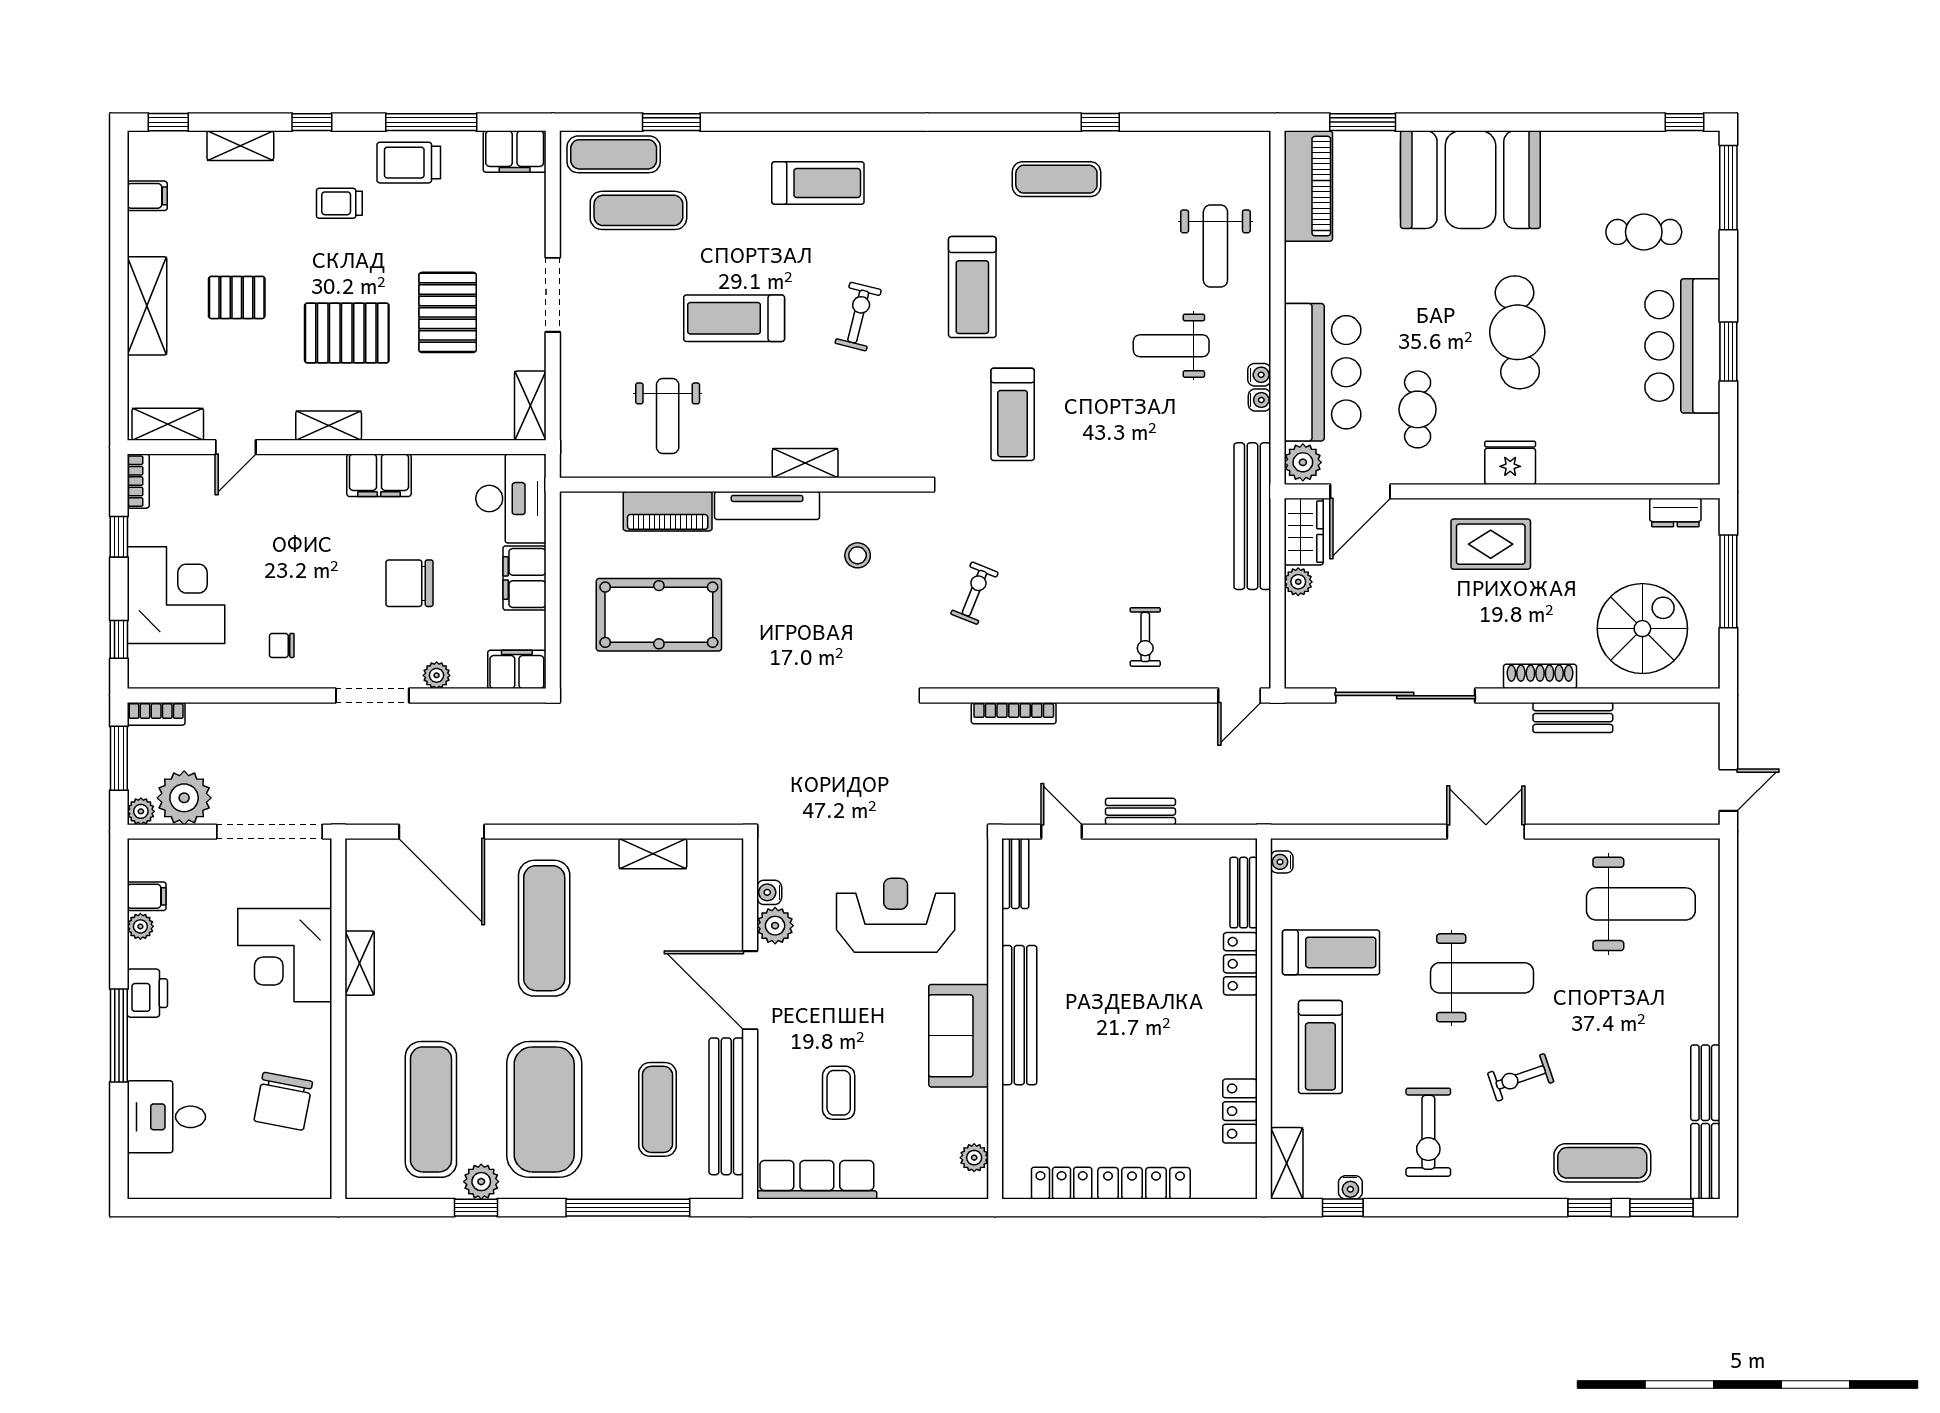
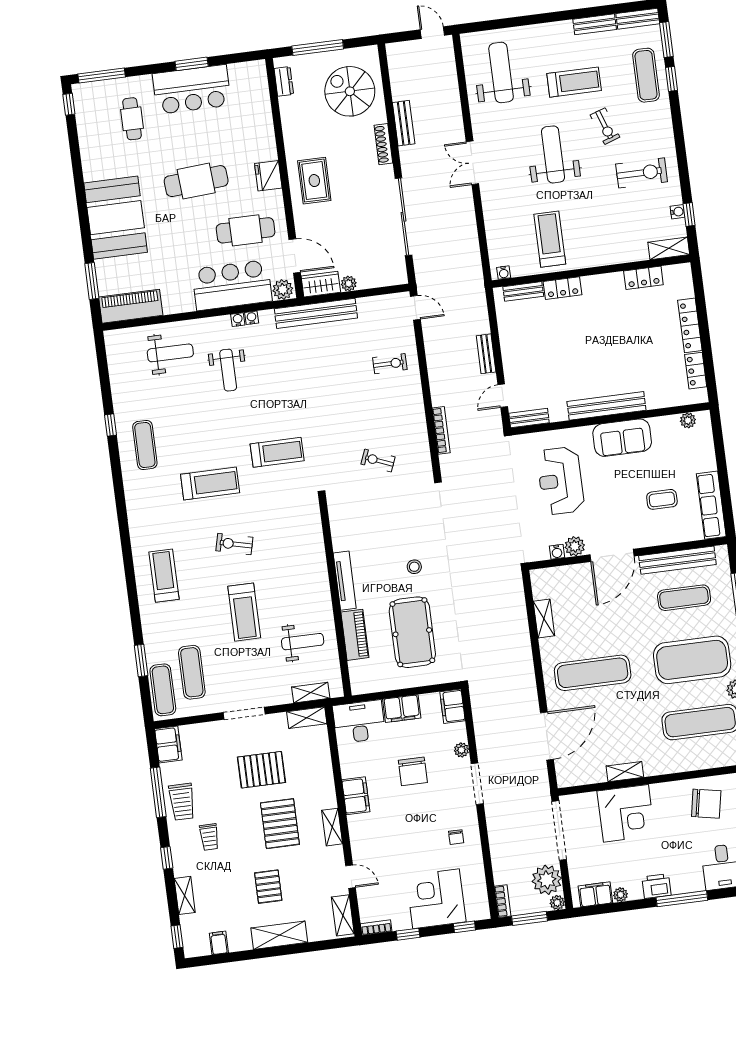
cafe table: (1418, 409) -> (246, 230), width x1.37, depth x1.35
shelving: (805, 463) -> (311, 693), moved, turned 90
stool: (858, 555) -> (414, 567), moved
filing cabinet: (147, 896) -> (595, 894), width x2.00
treadmill: (1320, 1047) -> (574, 82), moved

